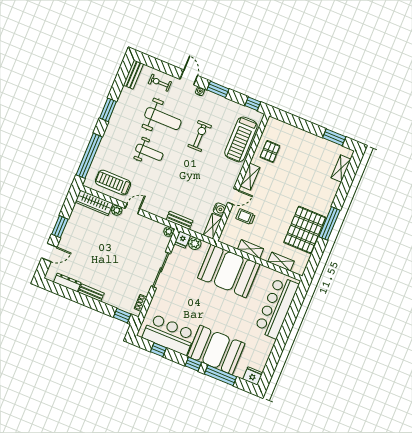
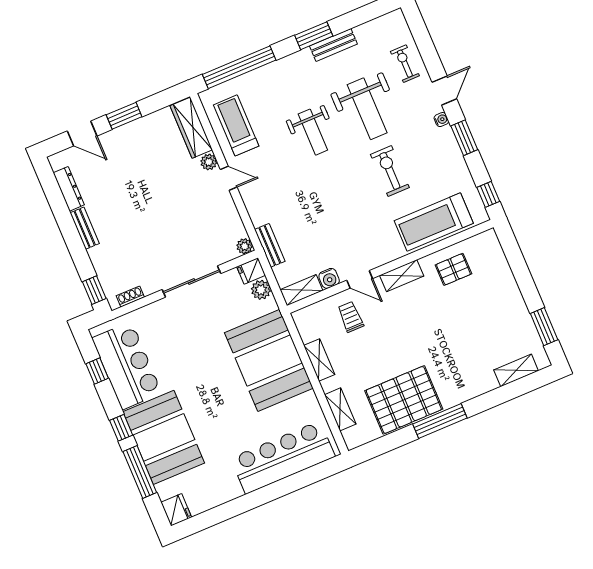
bench: (133, 75) -> (333, 45), moved
exercise bike: (200, 136) -> (390, 171), turned -90

